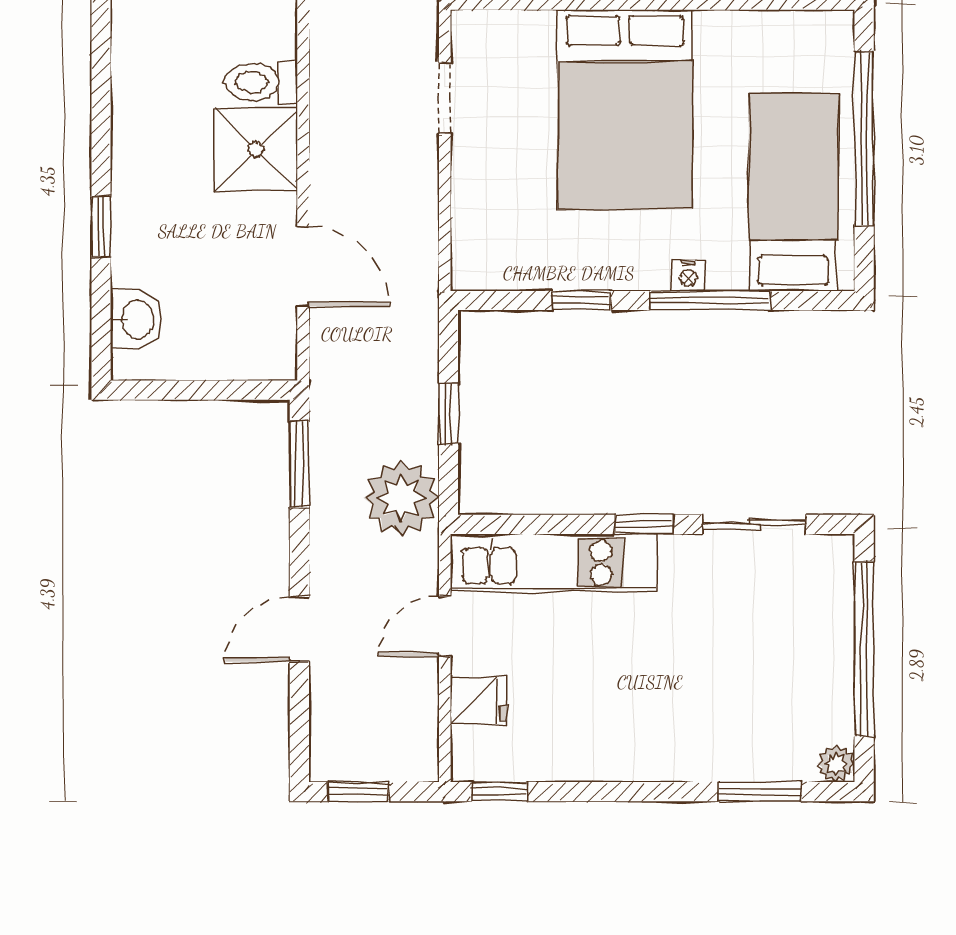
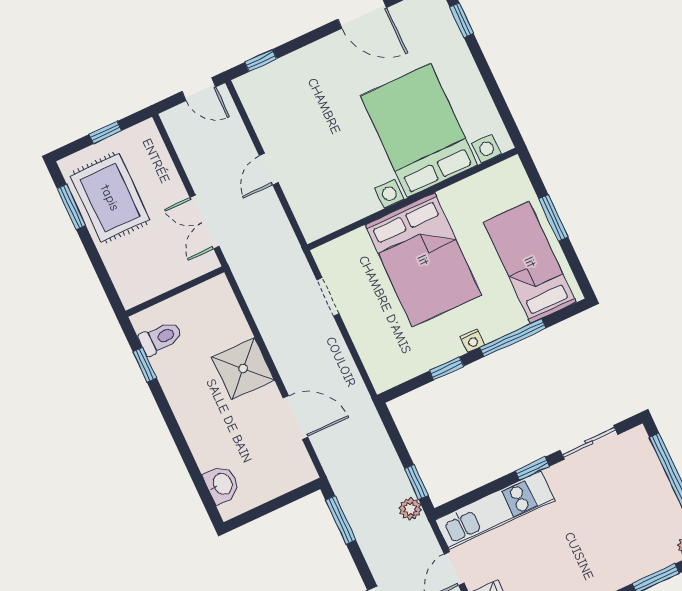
toilet: (262, 82) -> (161, 338), moved, turned 180
window: (864, 139) -> (553, 218), width x0.47
window: (101, 226) -> (145, 365), moved
nightstand: (688, 275) -> (473, 341), moved
window: (449, 414) -> (416, 482), moved
plant: (401, 498) -> (410, 509), width x0.53, depth x0.53

